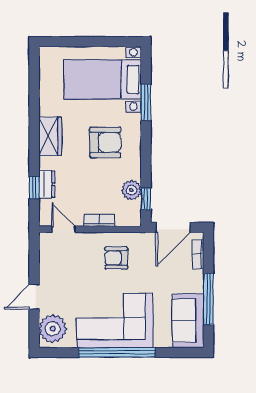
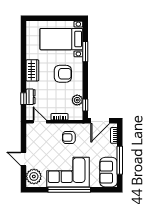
door: (34, 297) -> (24, 159), hinge flipped

